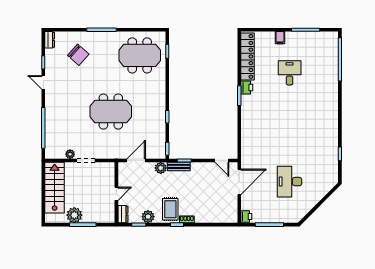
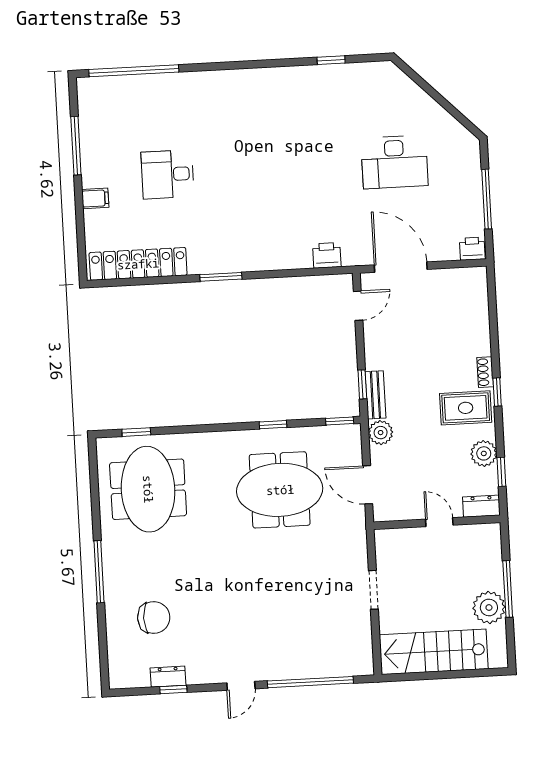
dresser: (50, 40) -> (168, 677), moved
chair: (78, 55) -> (154, 618), turned 48
door: (43, 82) -> (241, 686), moved
printer: (247, 87) -> (327, 255), moved
meeting table: (111, 112) -> (280, 490), moved, turned 90
plant: (70, 154) -> (362, 623), removed

